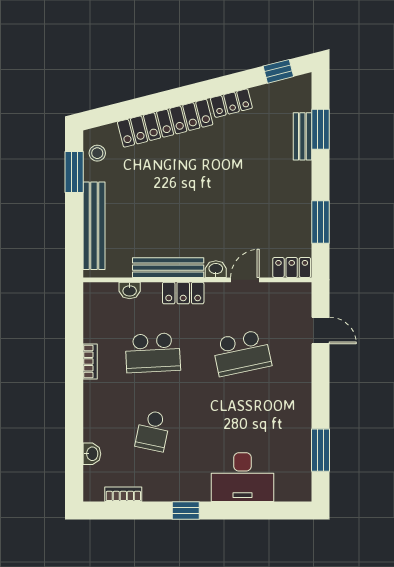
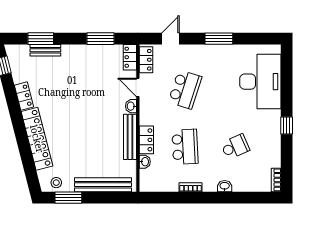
locker: (288, 292) -> (146, 60), added
locker: (183, 293) -> (146, 140), moved
school desk: (242, 353) -> (185, 89), turned 30
school desk: (153, 431) -> (235, 147), turned -36
window: (320, 450) -> (219, 39), moved
washbasin: (92, 454) -> (225, 186), moved
desk: (243, 477) -> (260, 82), width x1.36, depth x1.30
bookcase: (123, 494) -> (276, 180), moved

